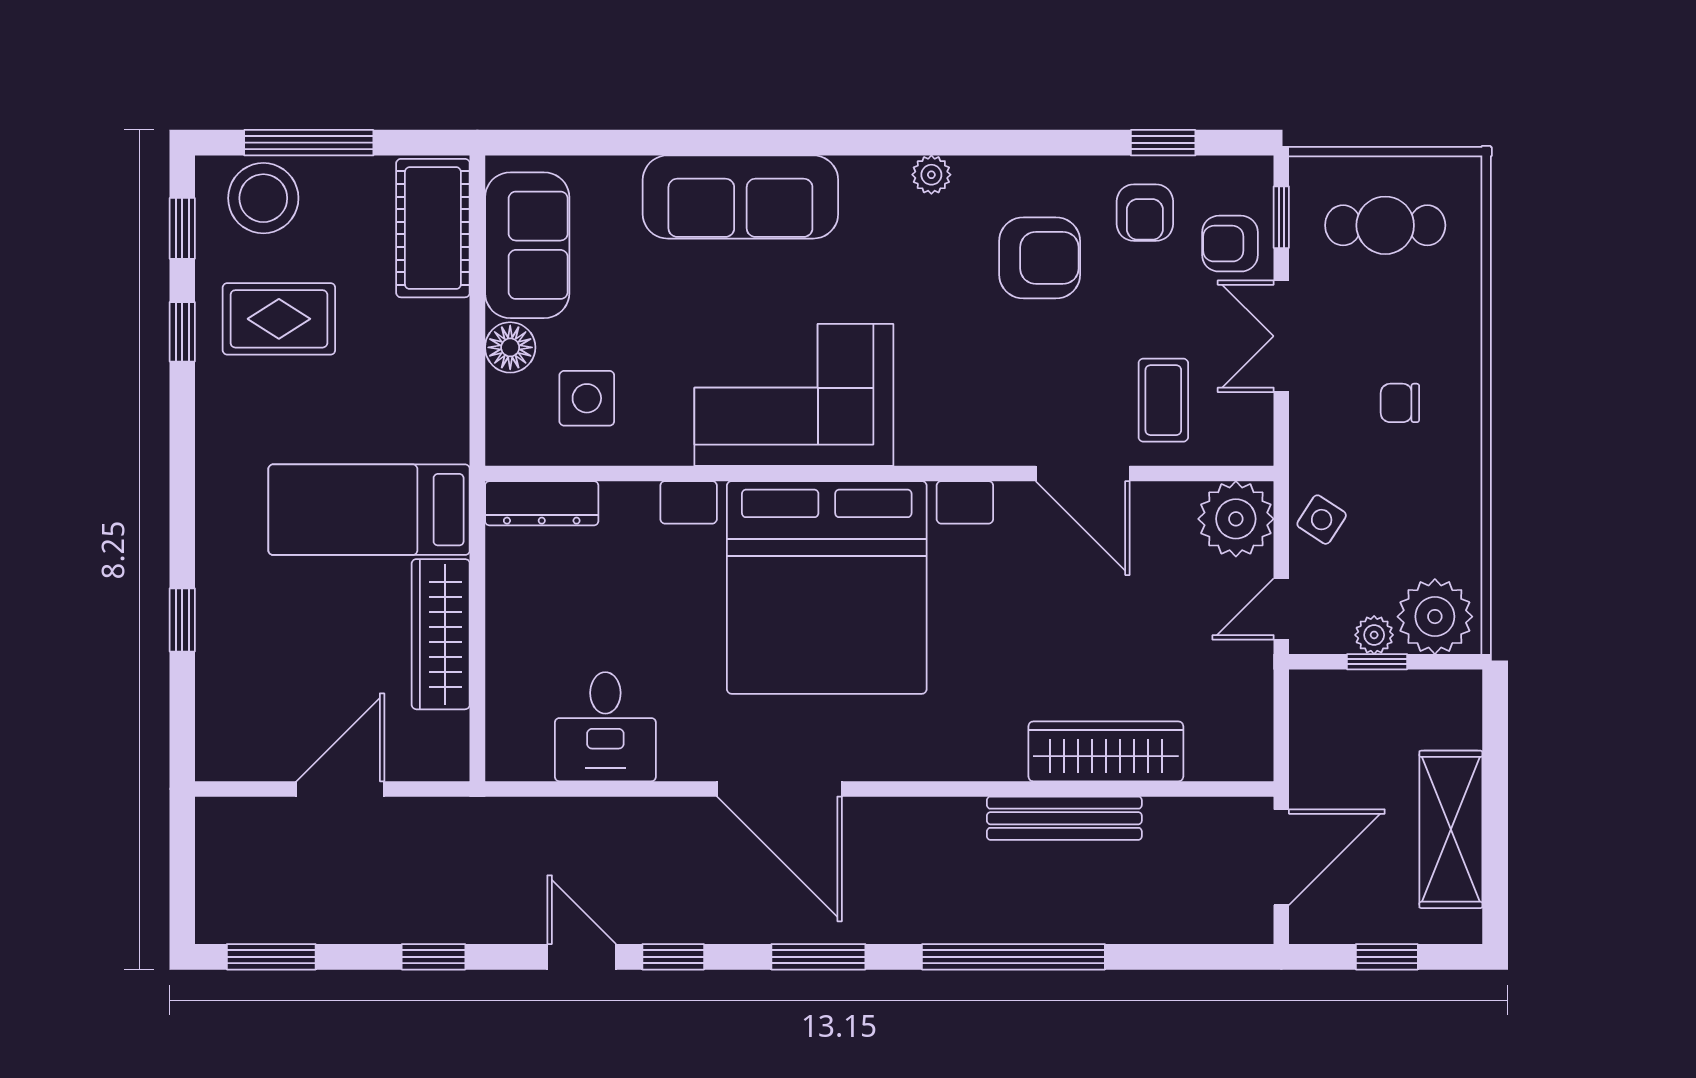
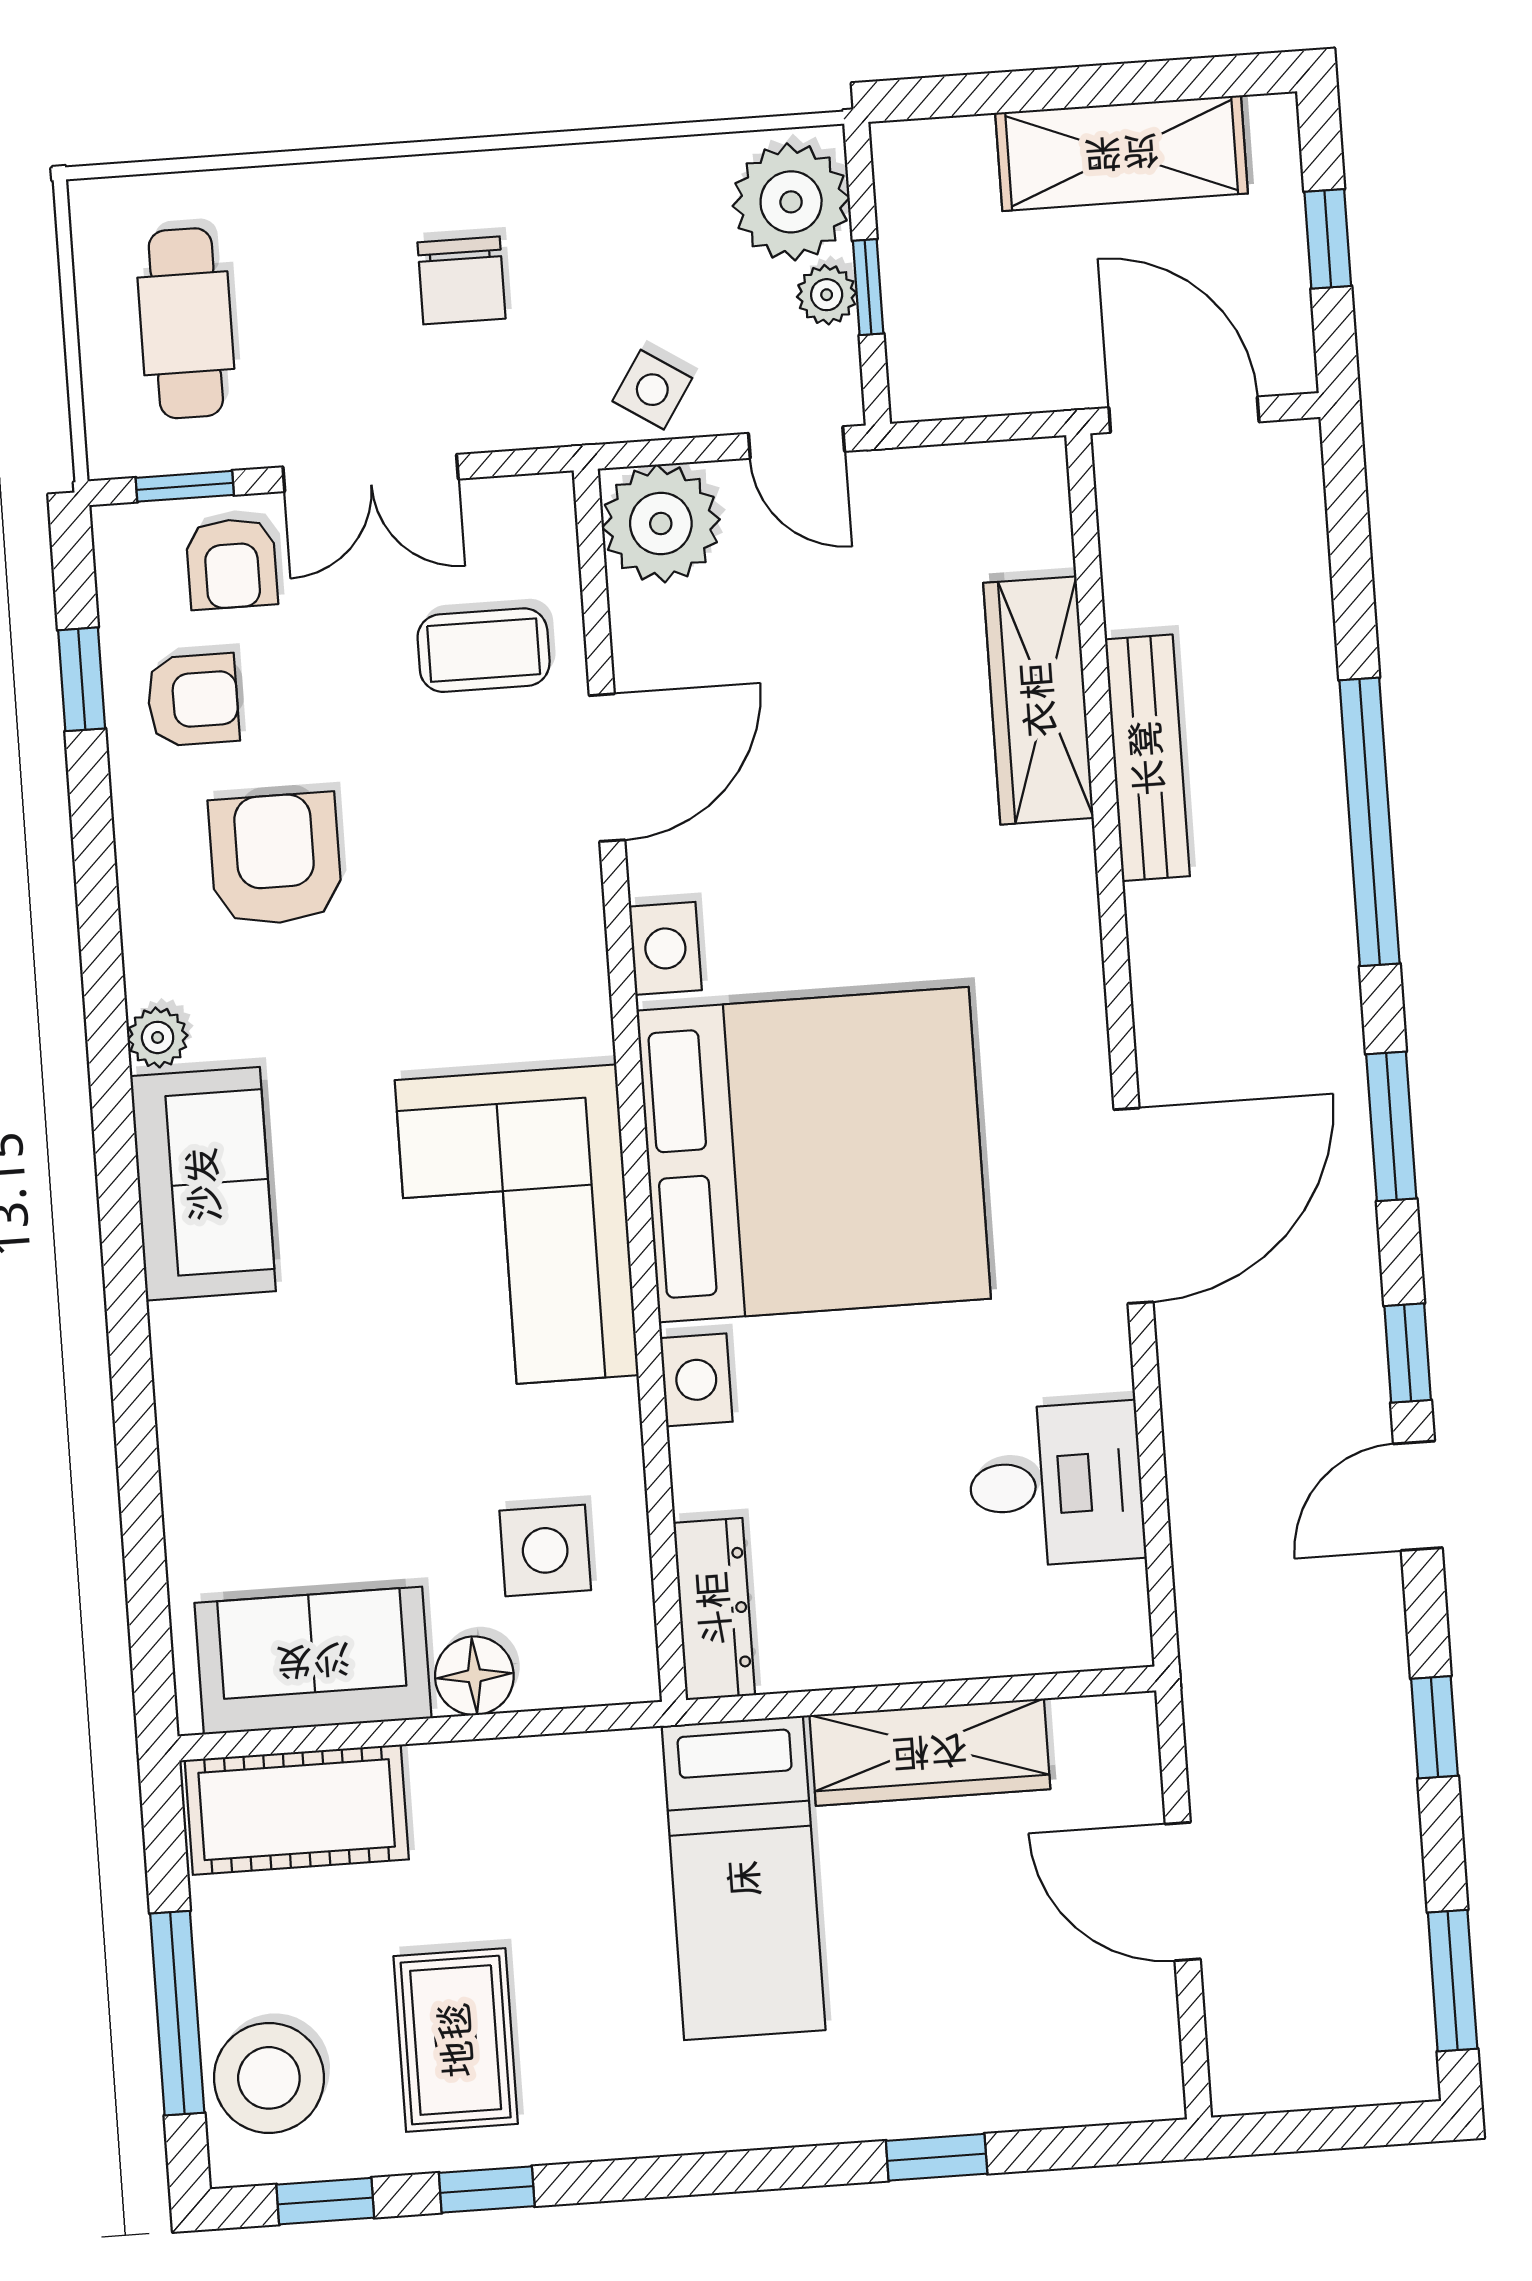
sofa: (740, 197) -> (203, 1184), moved, width x0.73
chair: (1400, 403) -> (462, 280), width x1.37, depth x1.37

